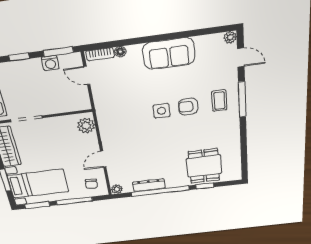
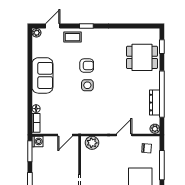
washing machine: (50, 63) -> (38, 141), moved
door: (87, 76) -> (65, 135), moved
window: (242, 99) -> (86, 26), width x0.46
coffee table: (219, 101) -> (73, 37), moved
armchair: (188, 107) -> (87, 66), turned -90
door: (103, 159) -> (124, 135), swing flipped
window: (205, 186) -> (162, 47), moved

